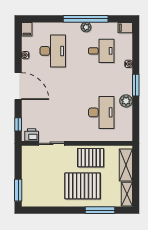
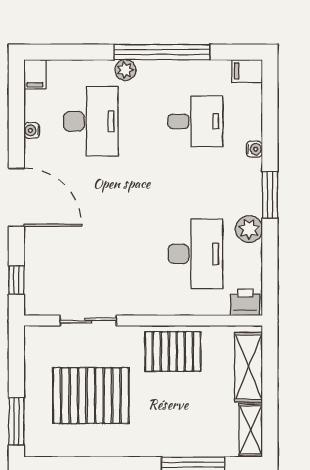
plant: (86, 27) -> (125, 70), moved
printer: (32, 135) -> (245, 302), moved
pallet: (83, 186) -> (91, 396), moved

